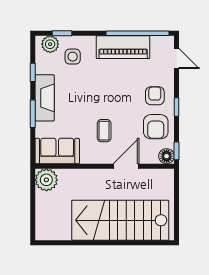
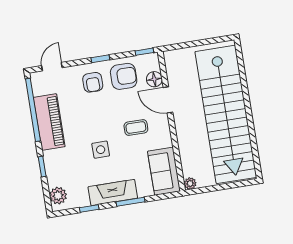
window: (62, 33) -> (42, 167), moved
side table: (73, 57) -> (101, 150), moved
armchair: (155, 96) -> (93, 82), turned -90
floor lamp: (167, 156) -> (154, 79), moved
plant: (46, 180) -> (190, 184), width x0.53, depth x0.53
stairs: (120, 220) -> (226, 114), width x1.36

